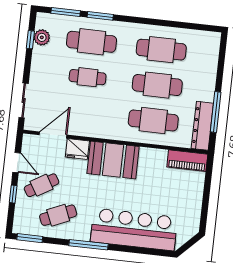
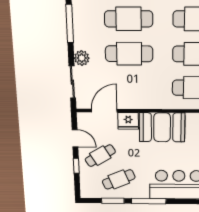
plant: (42, 37) -> (82, 58), moved
window: (30, 40) -> (70, 24), width x2.17
cafe table: (88, 77) -> (129, 54), width x1.37, depth x1.35
window: (30, 238) -> (113, 201), moved

